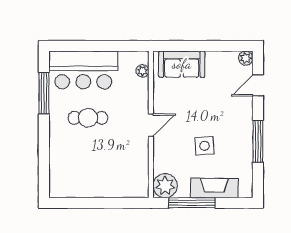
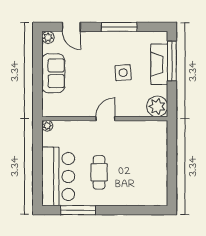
sofa: (182, 64) -> (53, 73), moved
plant: (143, 71) -> (47, 126), moved
door: (151, 125) -> (105, 119), hinge flipped
window: (192, 203) -> (172, 61), moved

